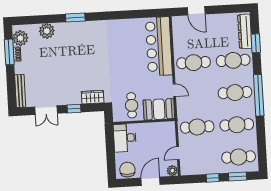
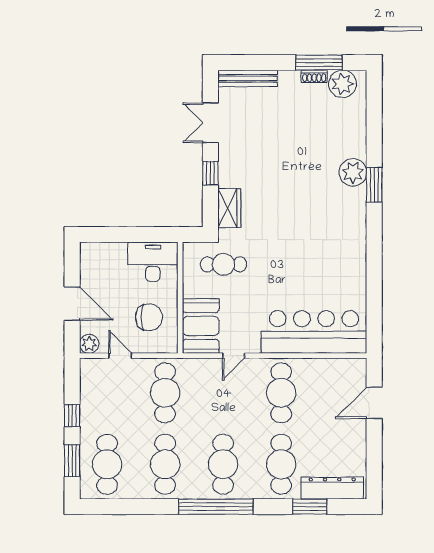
plant: (47, 31) -> (353, 172), moved
cafe table: (132, 105) -> (224, 264), moved
chair: (127, 170) -> (149, 317), moved

